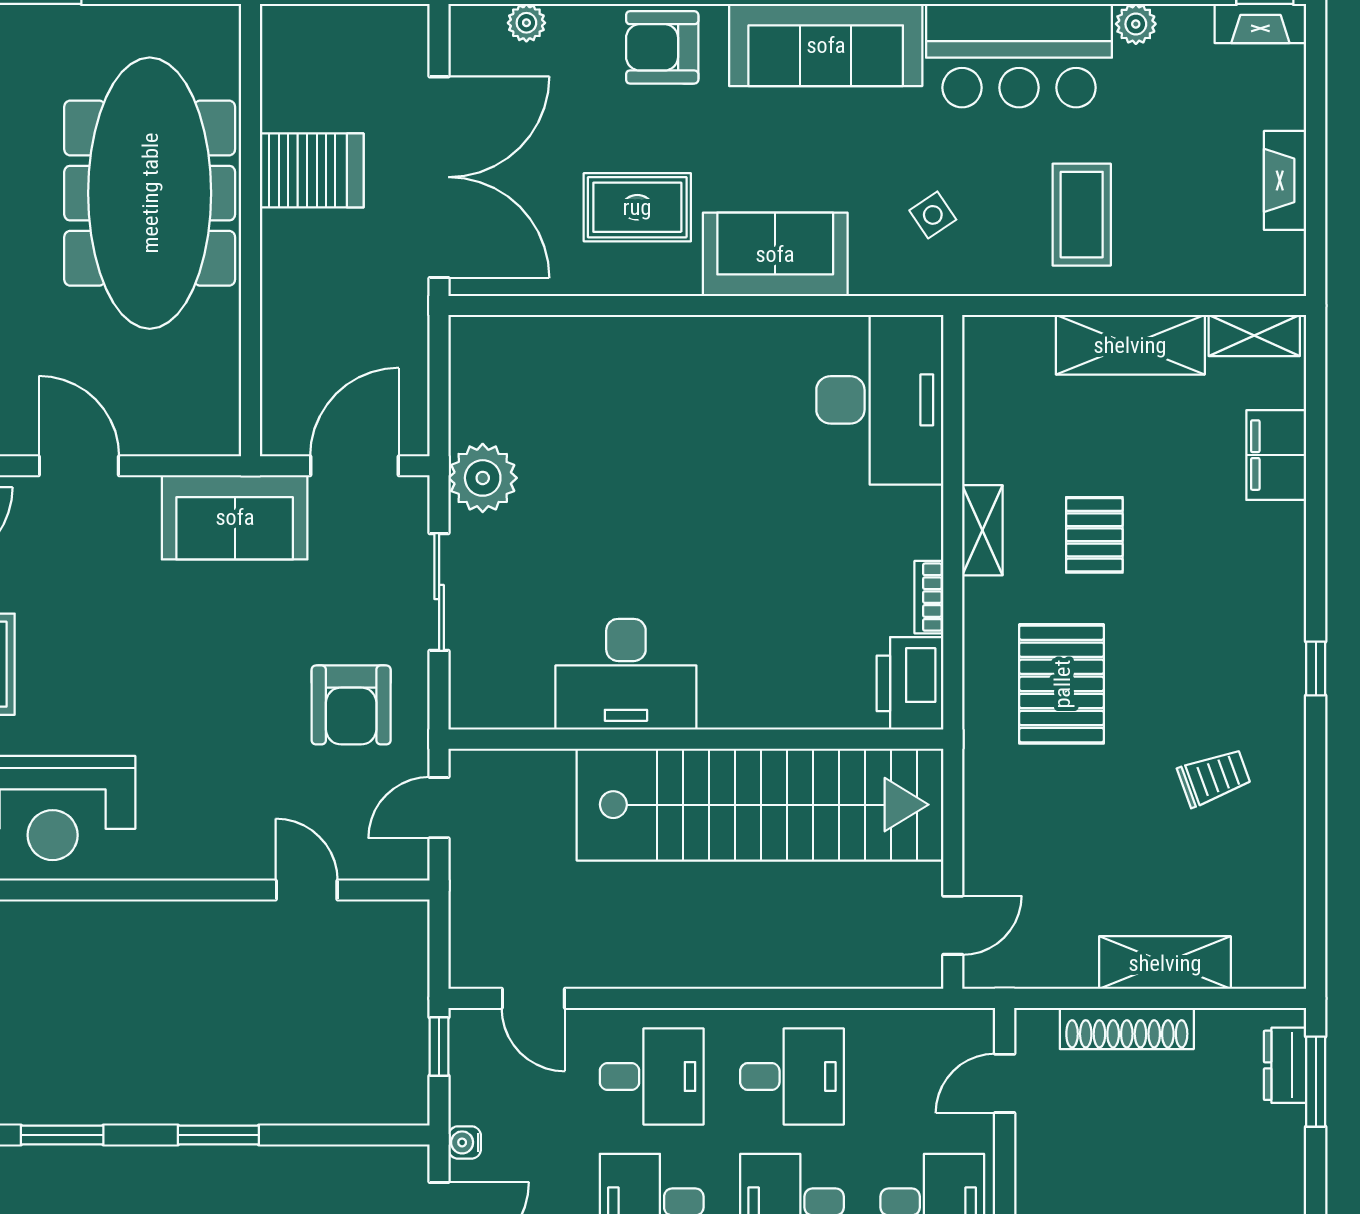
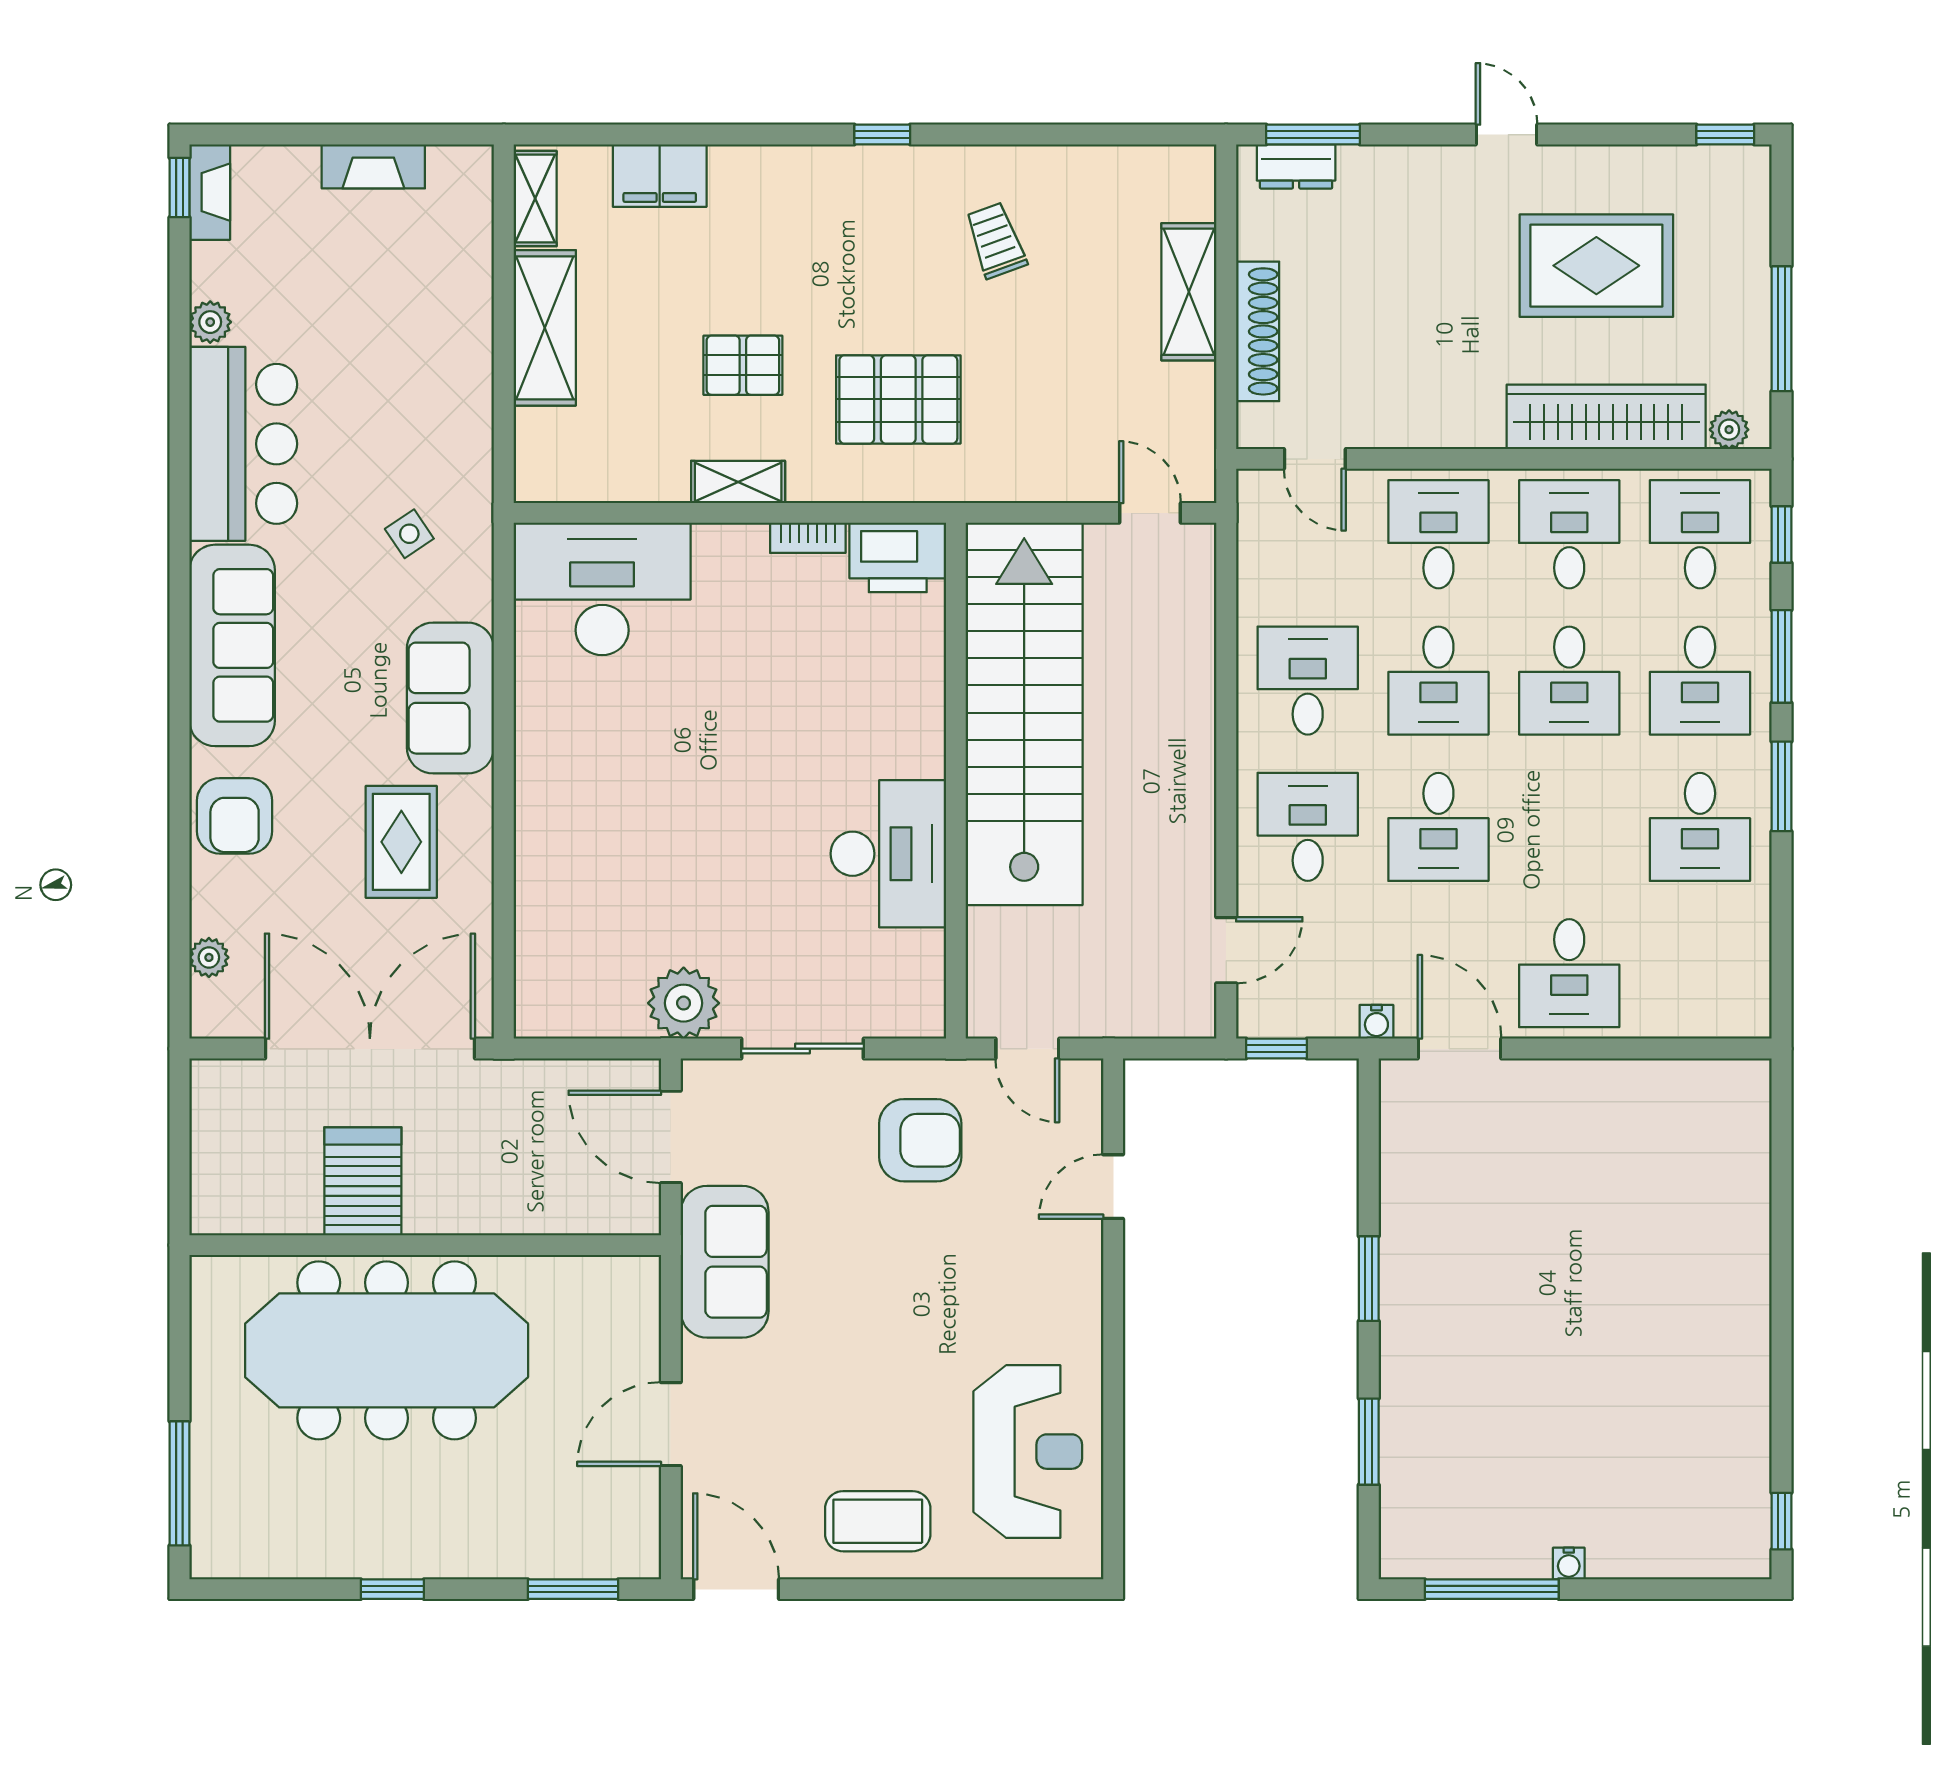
coffee table: (1082, 215) -> (409, 378), removed

